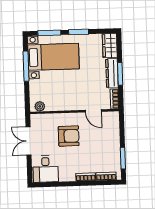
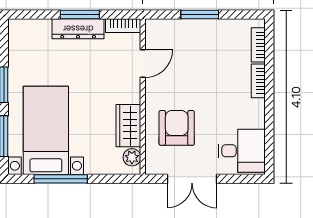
wardrobe: (110, 45) -> (128, 126), moved, turned 90
armchair: (69, 136) -> (177, 128), moved
window: (123, 158) -> (200, 14), moved

